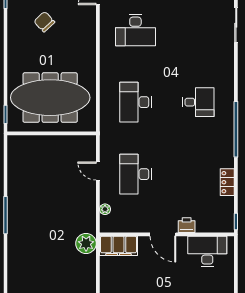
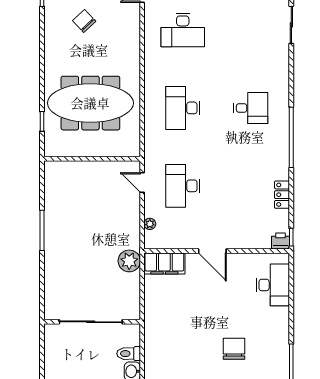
wall: (52, 133) -> (92, 159), moved
printer: (187, 225) -> (281, 241), moved
desk: (207, 251) -> (273, 285), moved, turned 90

